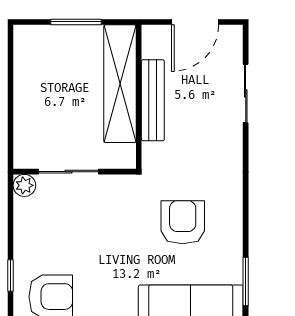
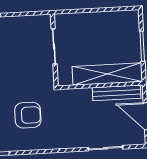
bench: (153, 100) -> (117, 93), moved
plant: (24, 185) -> (45, 21), removed

